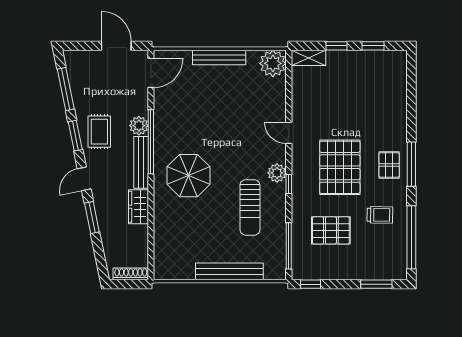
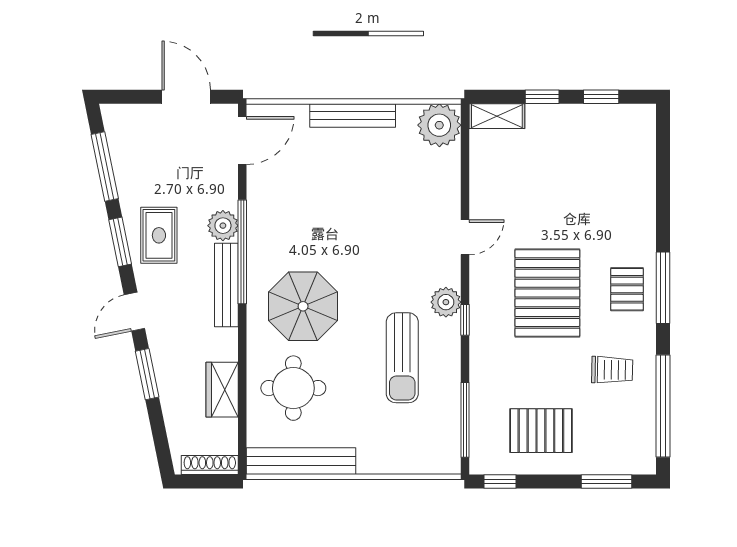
door: (289, 133) -> (465, 237), swing flipped
wardrobe: (138, 207) -> (222, 390), moved
round table: (182, 226) -> (293, 388), added
pallet: (331, 230) -> (541, 431), moved
bench: (229, 271) -> (301, 461), moved

